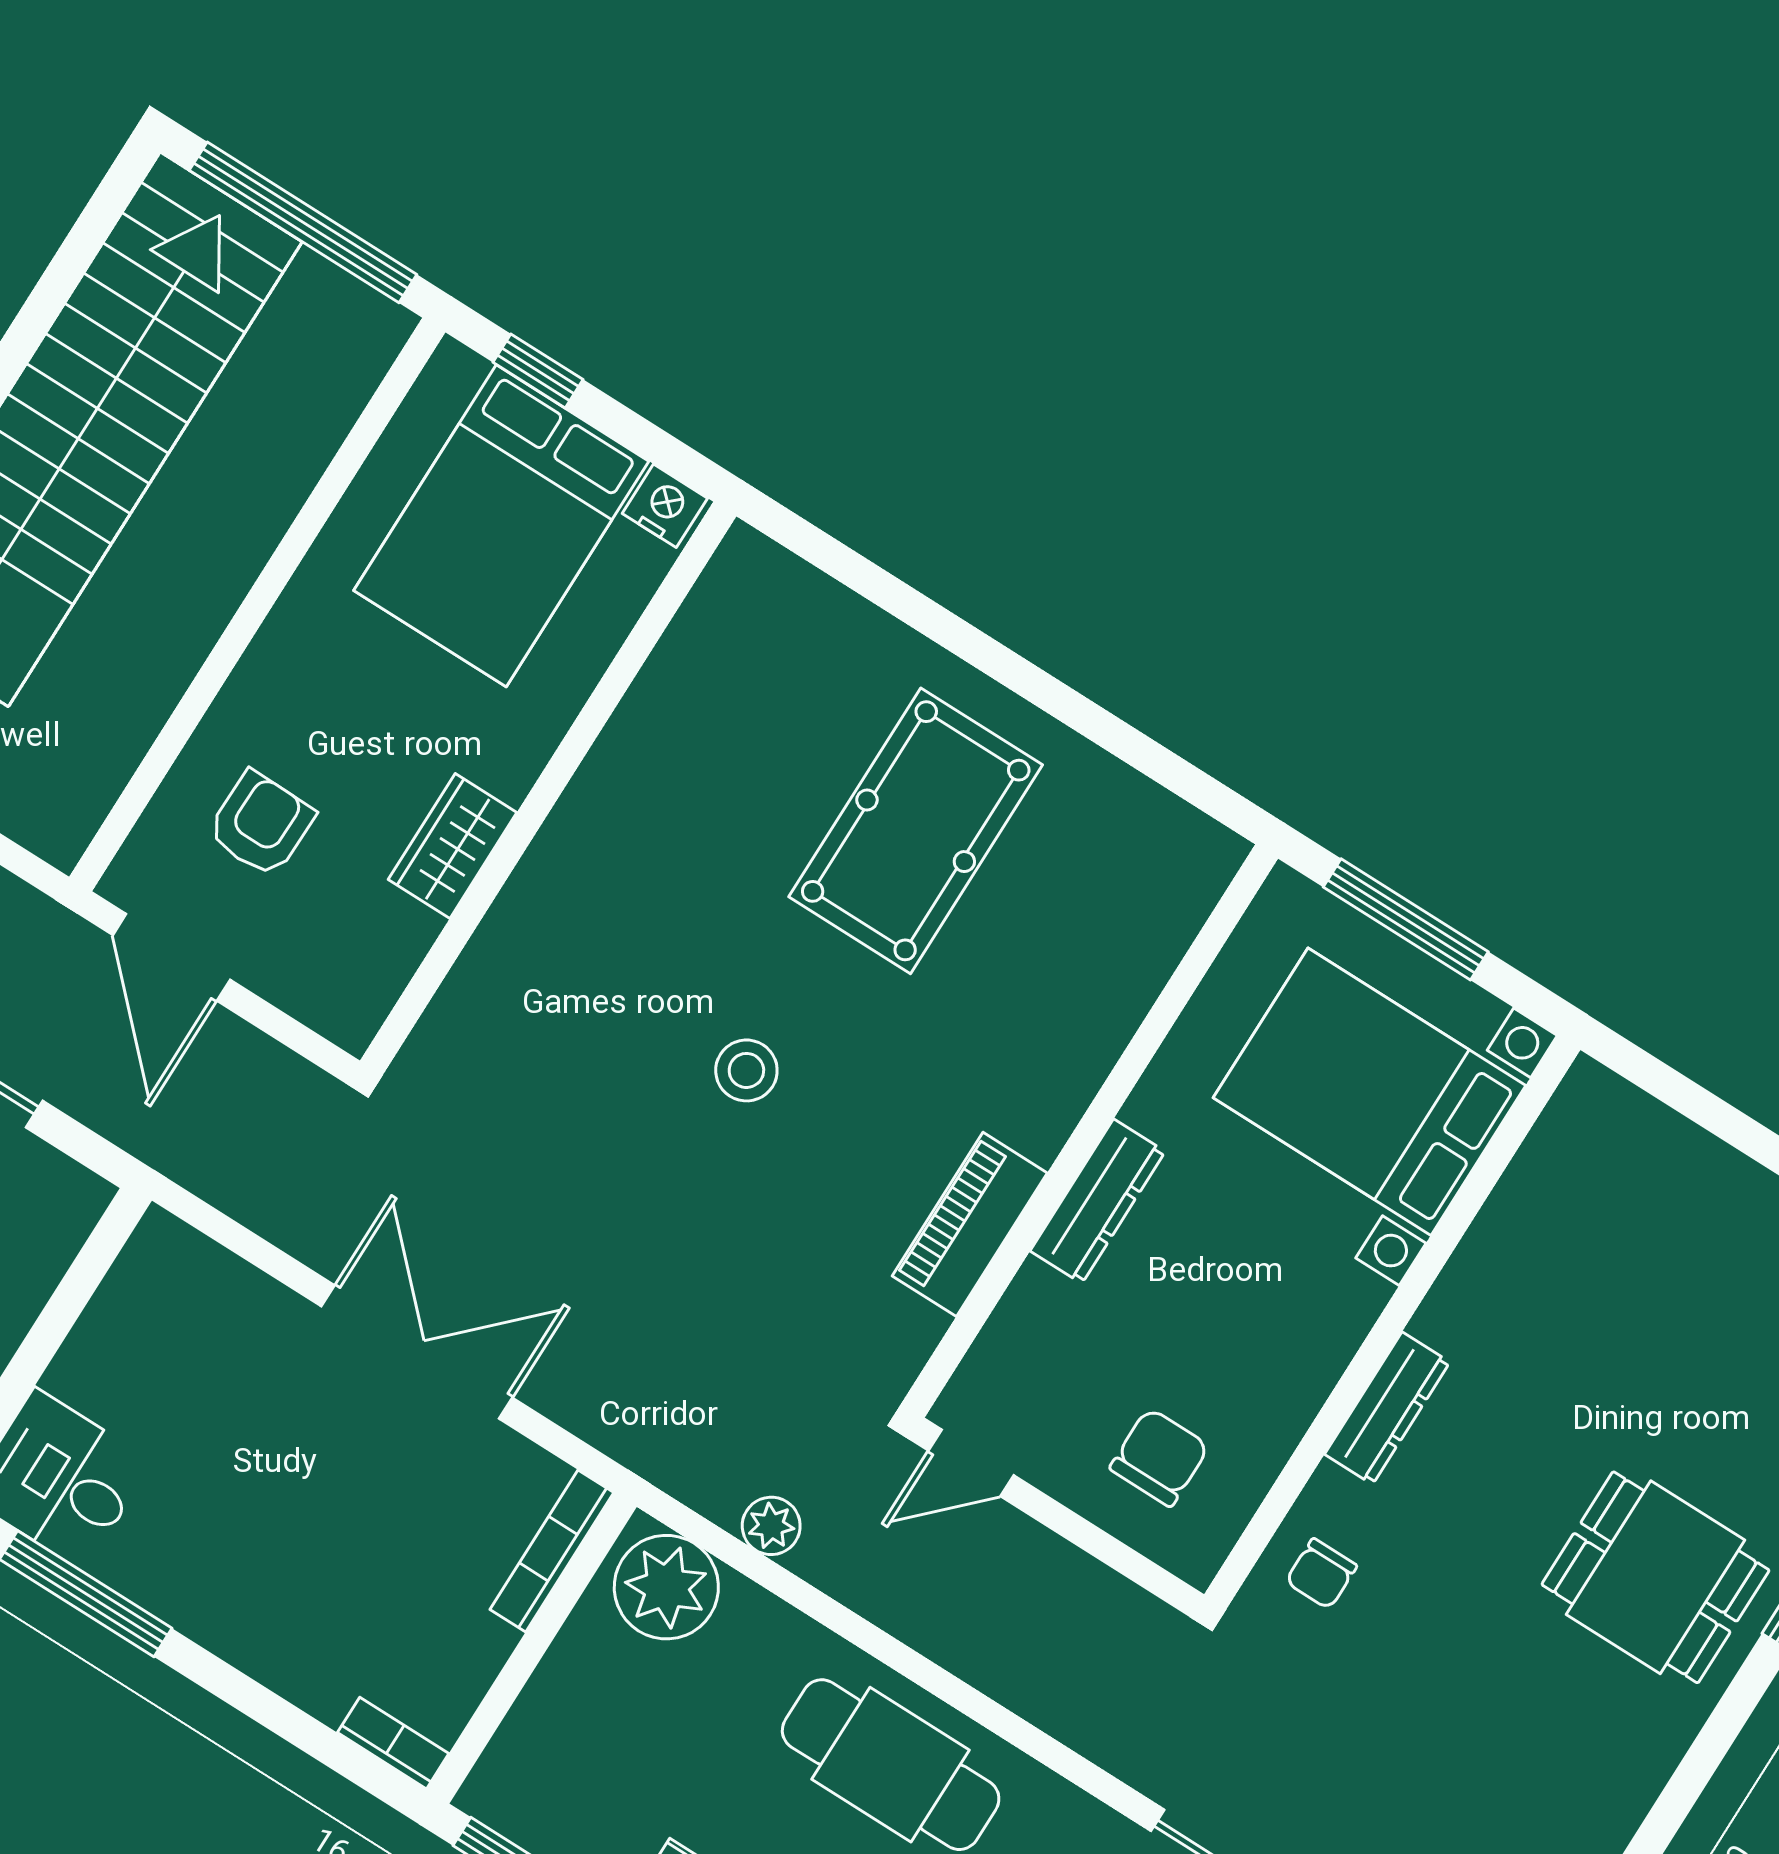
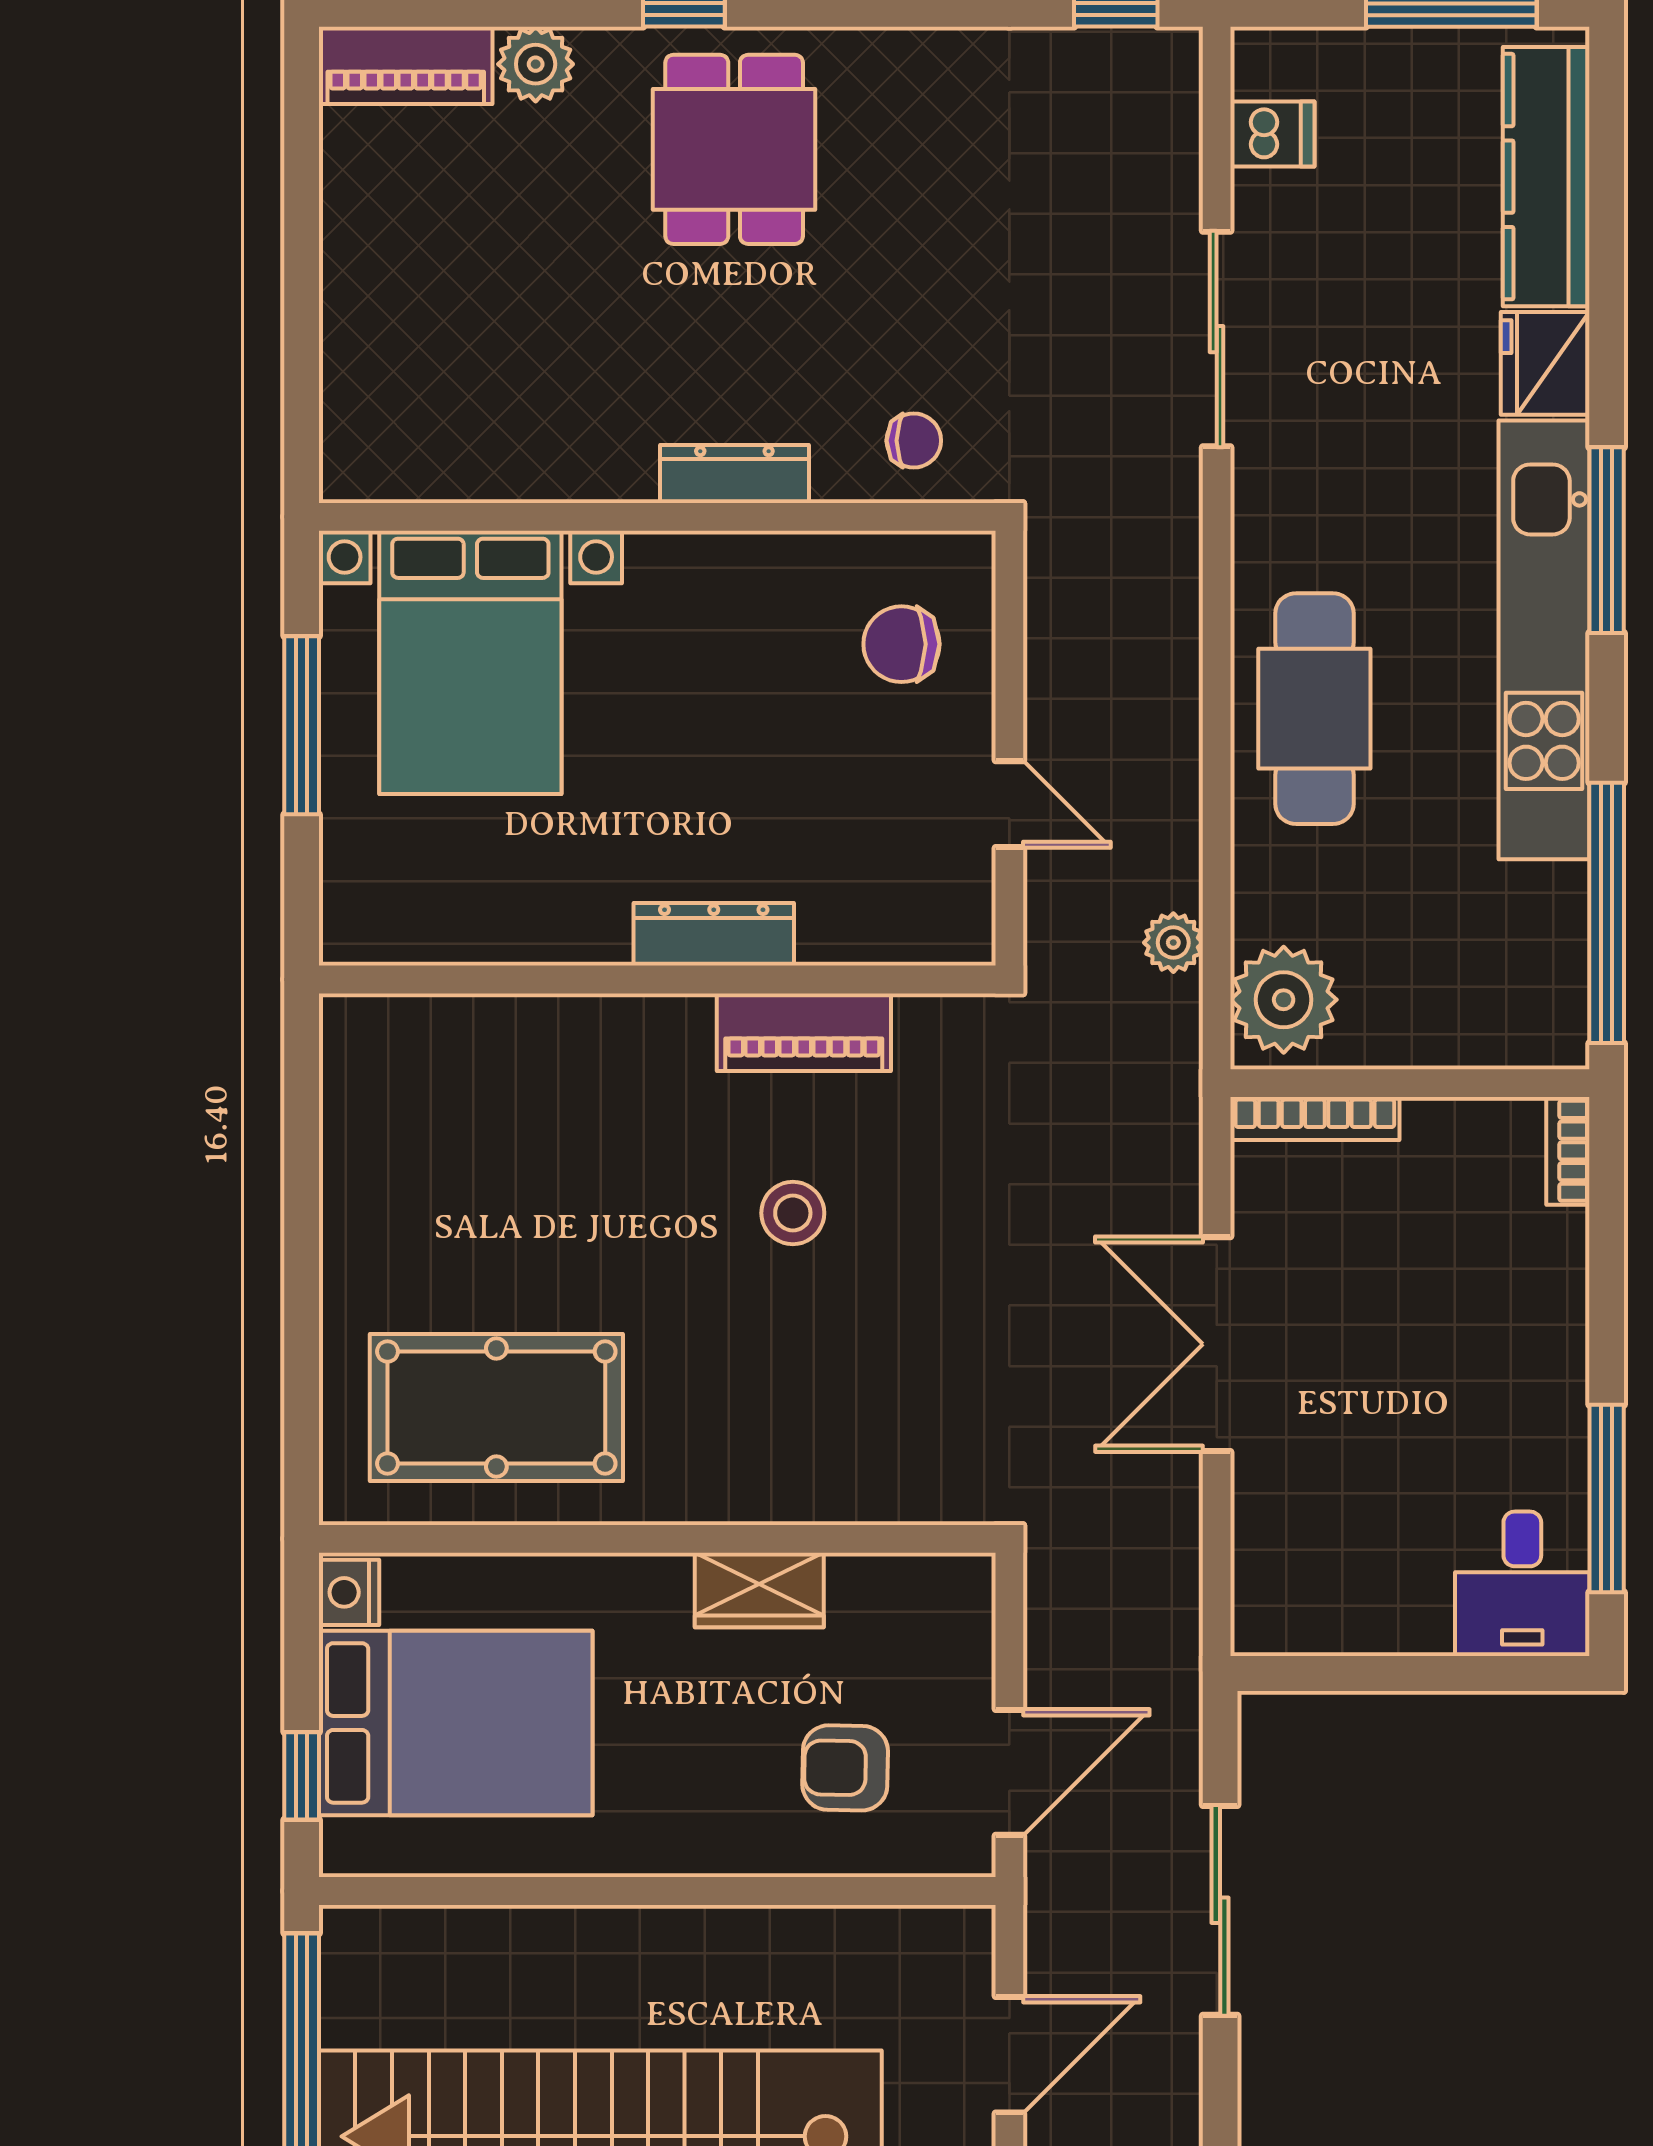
pool table: (916, 831) -> (496, 1407), moved
wall: (1090, 1131) -> (657, 979), moved
dresser: (1098, 1201) -> (714, 934), moved
piano: (970, 1224) -> (804, 1032), moved

